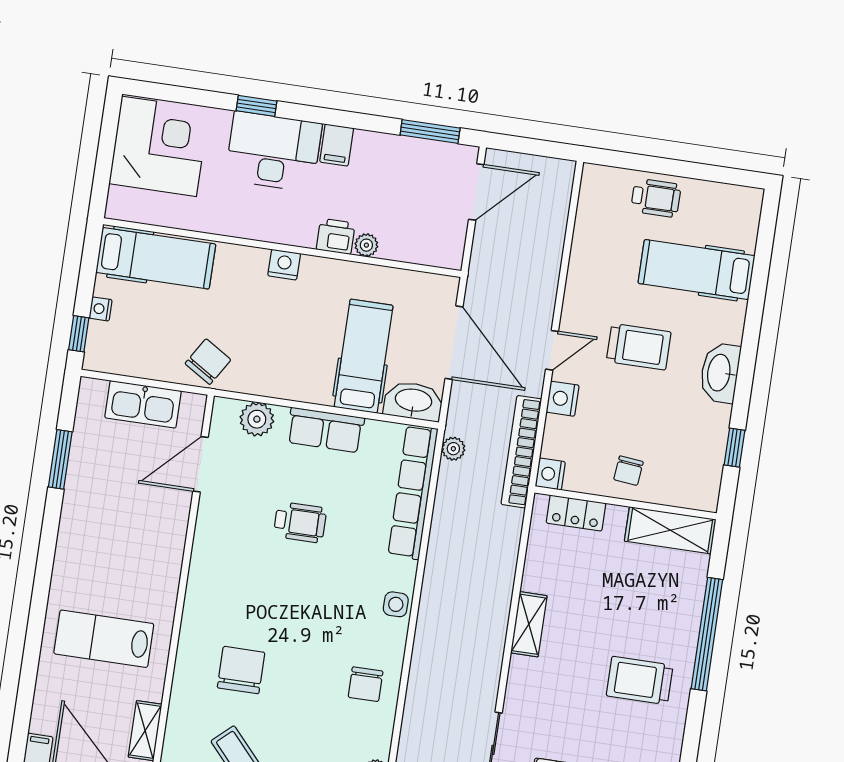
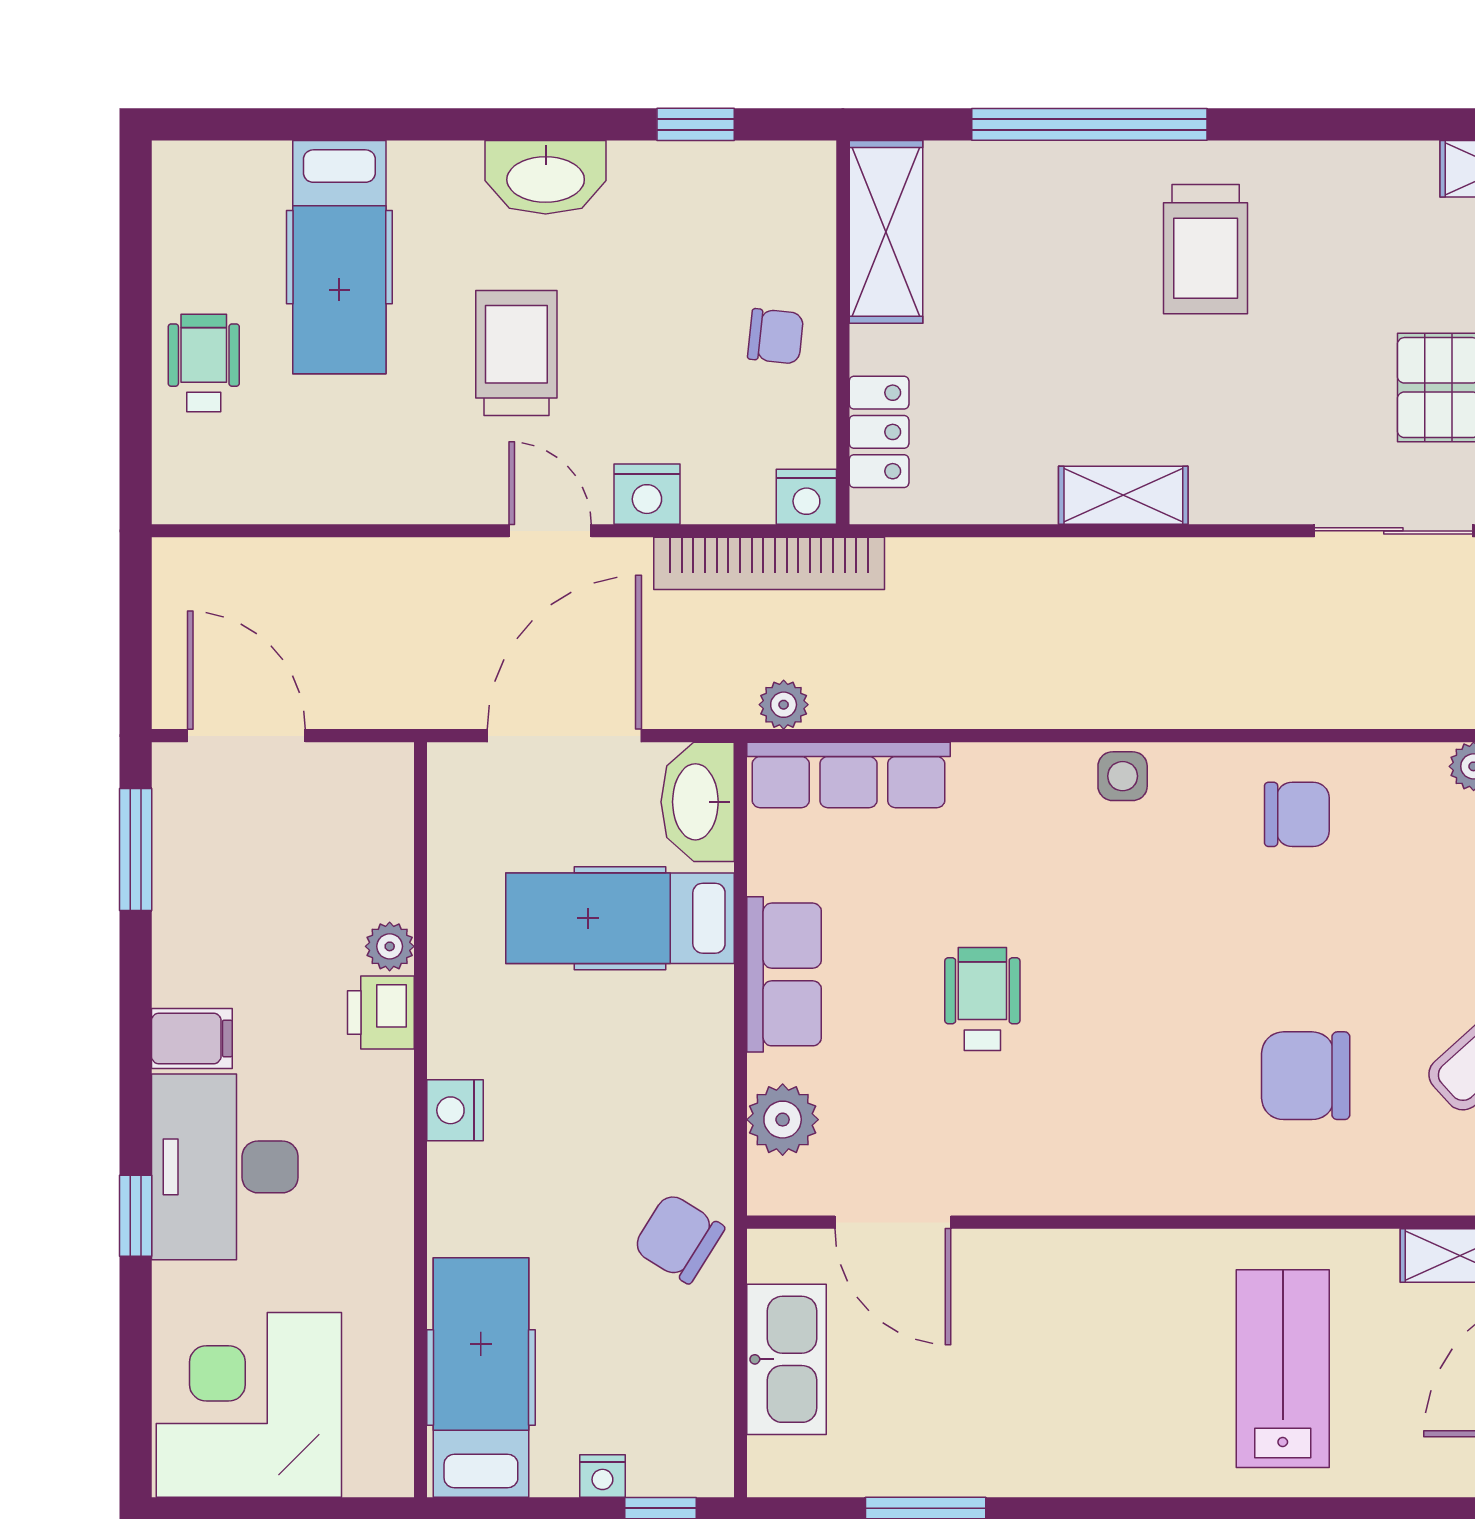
row of seats: (413, 492) -> (848, 775), width x0.73
lab bench: (104, 639) -> (1283, 1369), turned 180

